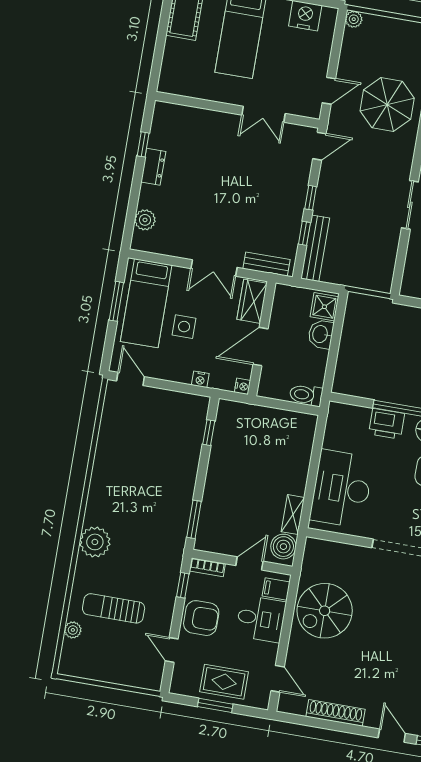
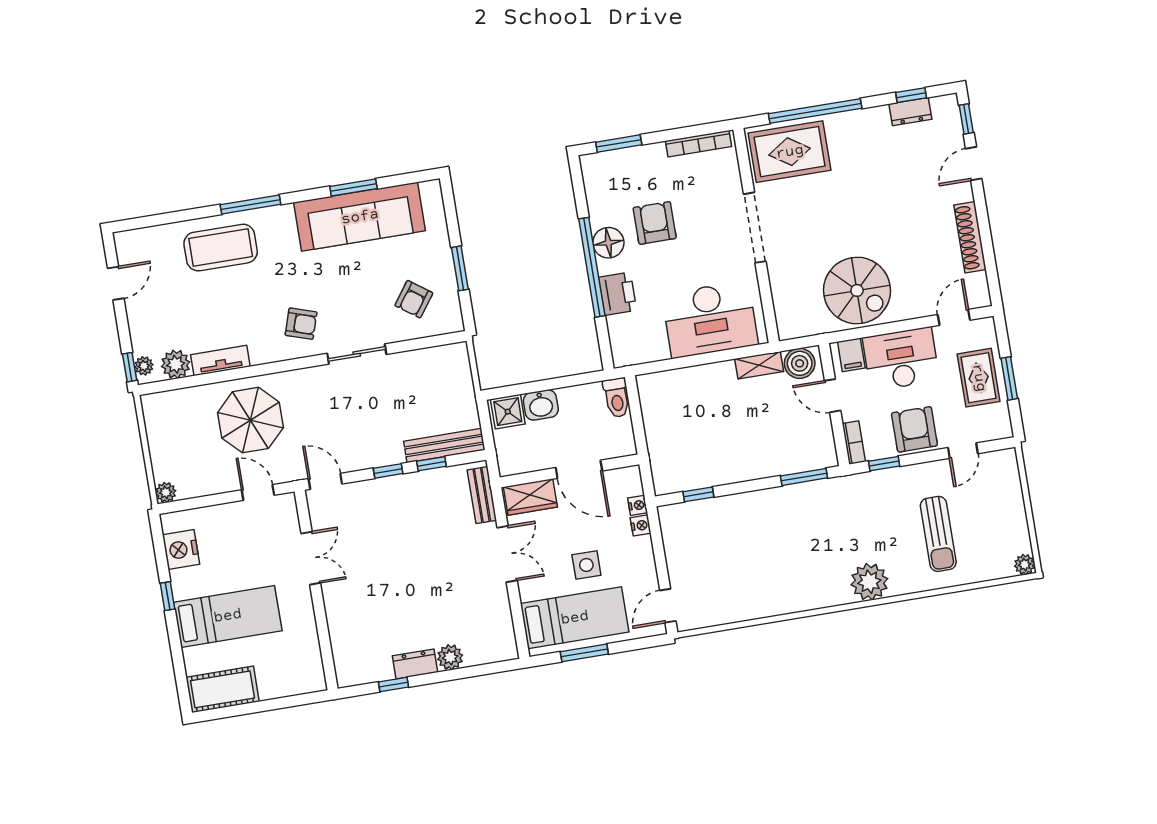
plant: (145, 220) -> (450, 657), moved
nightstand: (242, 386) -> (638, 505), moved, turned 90
desk: (261, 619) -> (901, 359), width x1.37
plant: (73, 630) -> (1025, 565), moved

